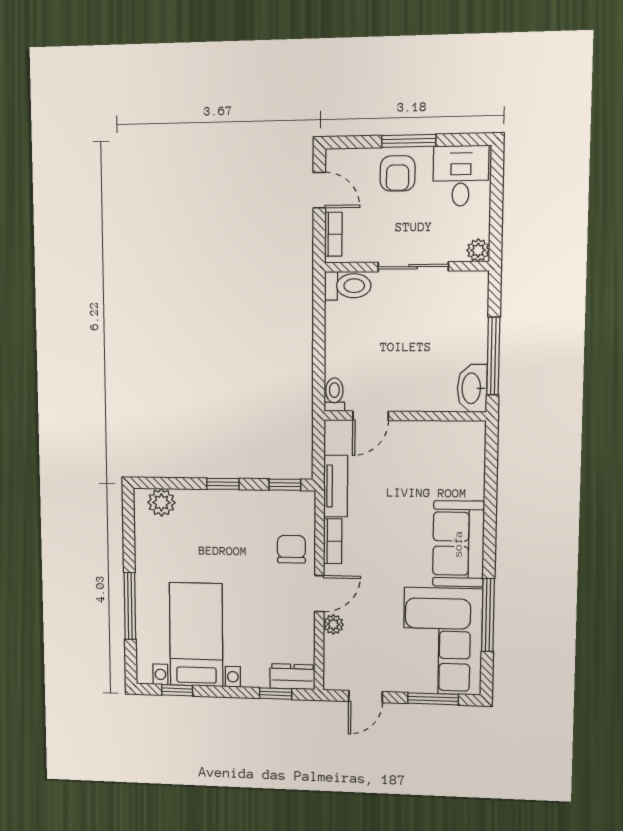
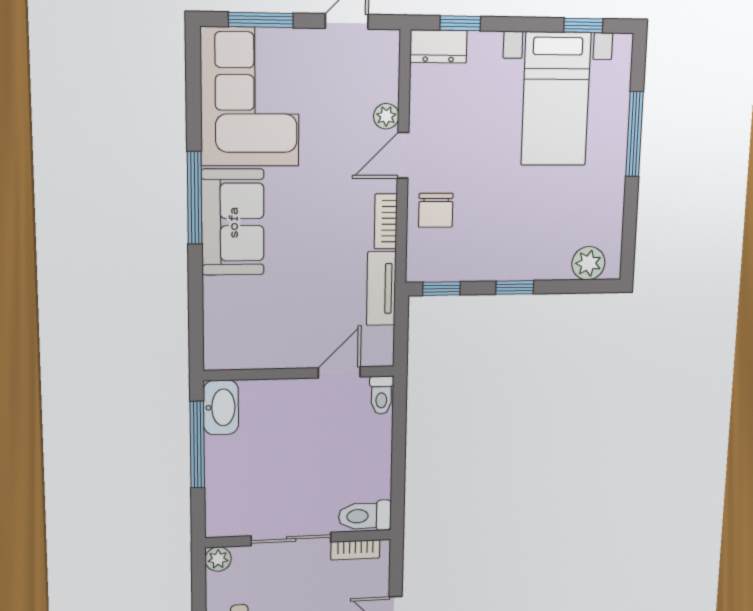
bookcase: (333, 234) -> (355, 550), moved, turned -90
window: (488, 615) -> (195, 198), moved

